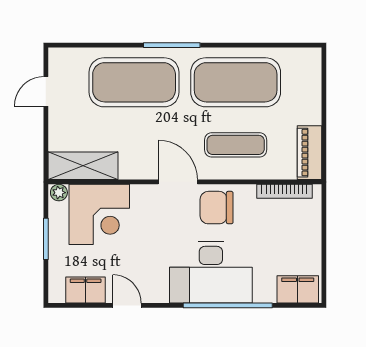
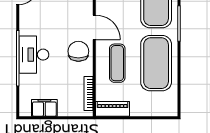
door: (178, 182) -> (94, 27), hinge flipped
desk: (211, 272) -> (34, 55), width x0.73, depth x0.77
filing cabinet: (298, 289) -> (44, 108), moved, turned -90

